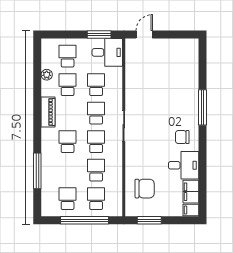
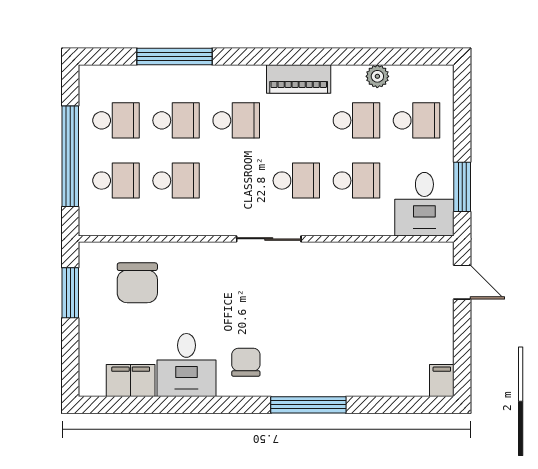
school desk: (96, 142) -> (176, 120), moved
filing cabinet: (191, 210) -> (442, 381), moved

